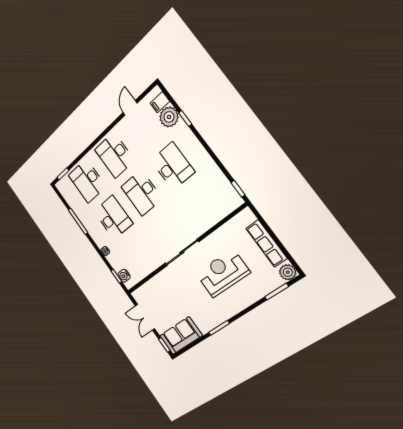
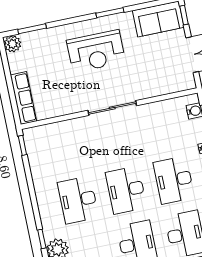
desk: (142, 193) -> (126, 190), turned 180
row of seats: (266, 243) -> (23, 98), moved
reception desk: (223, 273) -> (96, 51), moved

